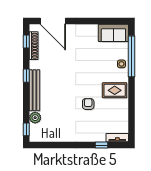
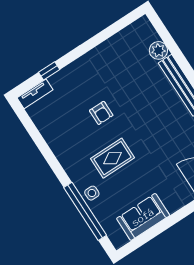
sofa: (113, 33) -> (143, 217), moved
rug: (115, 90) -> (113, 158), moved
window: (26, 129) -> (160, 28), removed

